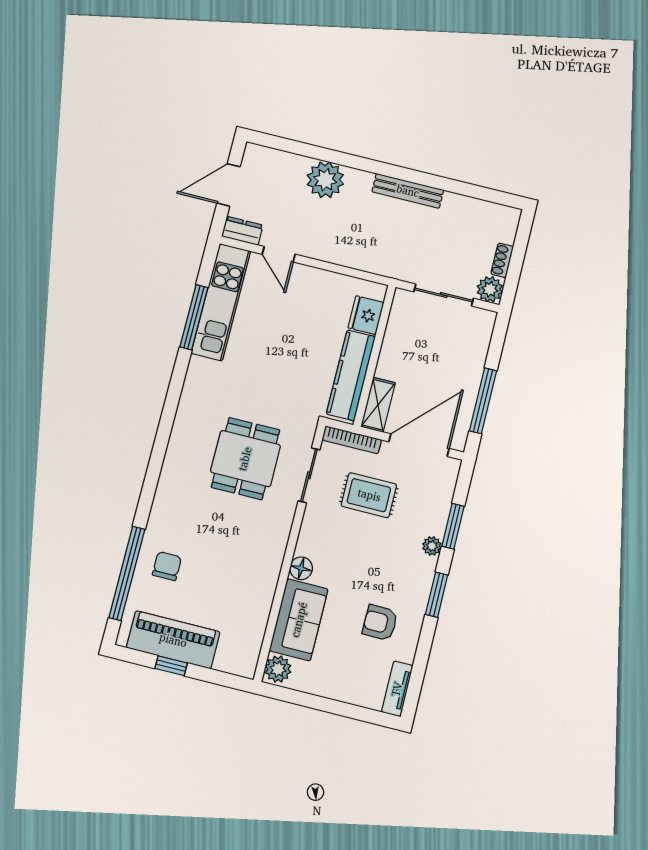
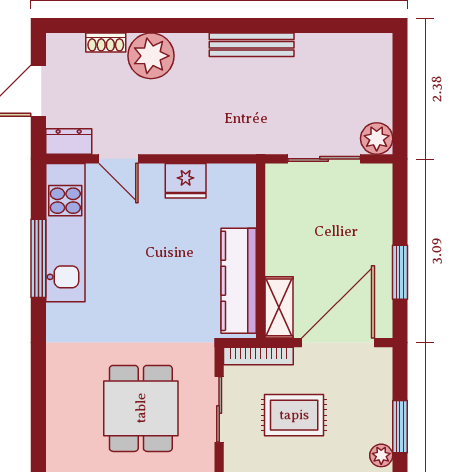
shoe rack: (502, 260) -> (106, 43), moved, turned -90
fridge: (366, 315) -> (186, 181), moved, turned -90
window: (483, 401) -> (400, 272), width x0.69

